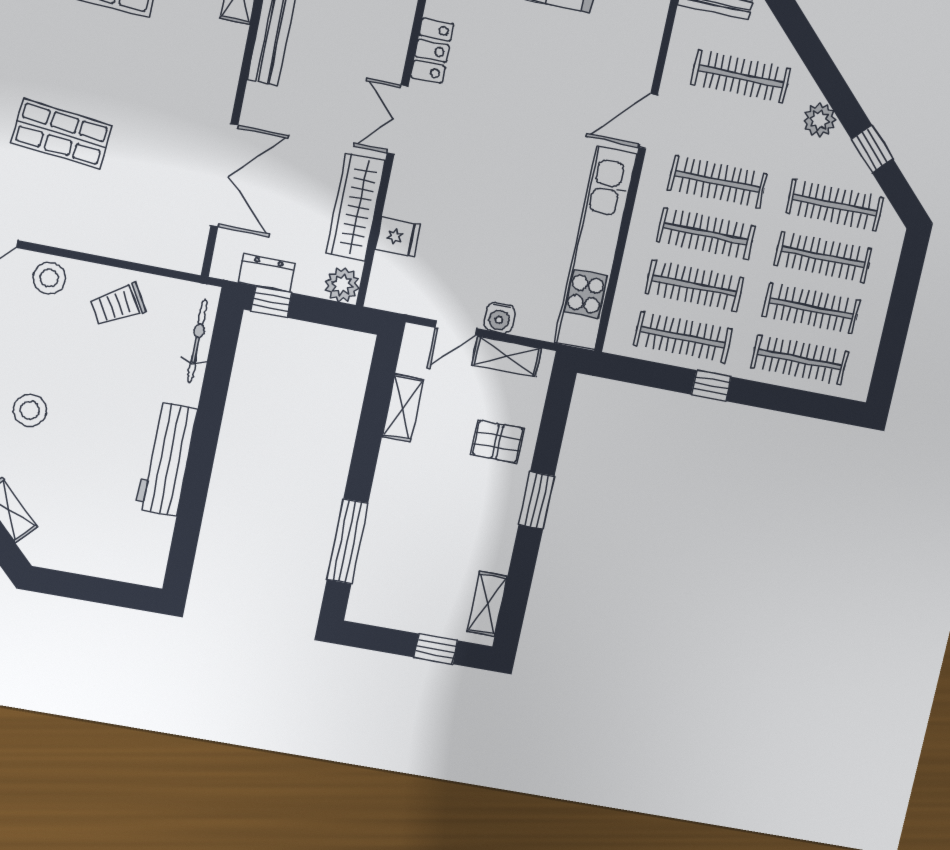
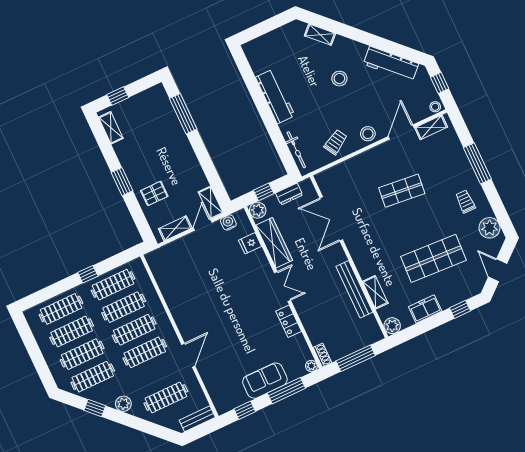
kitchen unit: (596, 249) -> (172, 293), removed
window: (271, 302) -> (264, 192), moved
water cooler: (500, 318) -> (228, 222), moved
shelving: (403, 408) -> (211, 203), moved

